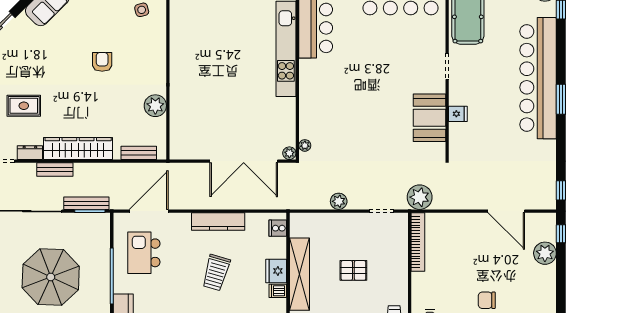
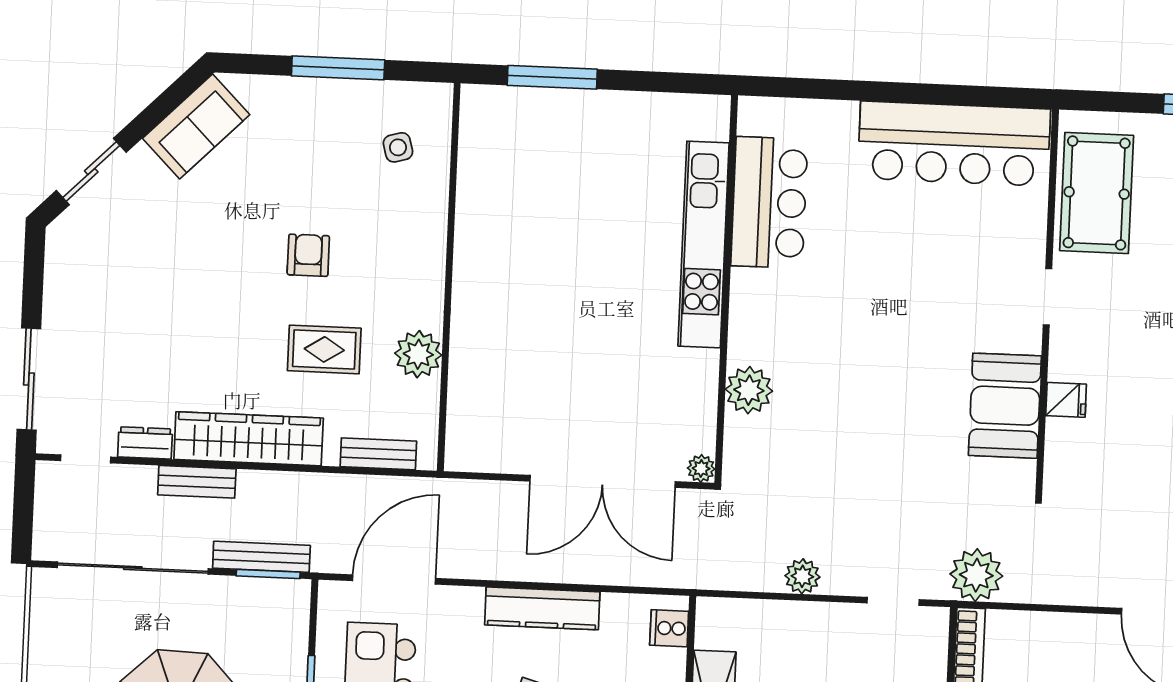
rug: (24, 106) -> (324, 349), moved
plant: (305, 145) -> (749, 390), moved, width x1.87, depth x1.87

